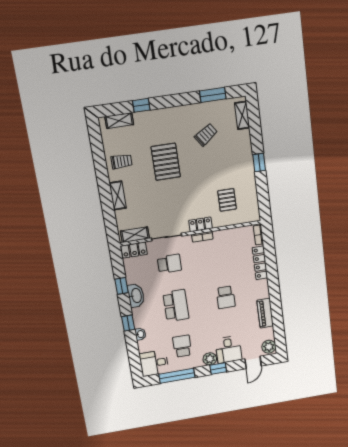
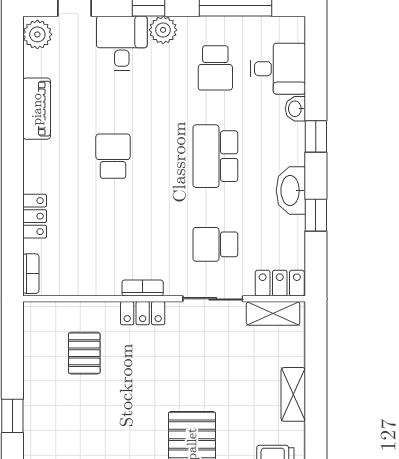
locker: (260, 263) -> (35, 216), width x0.66
desk: (154, 363) -> (278, 69), moved

